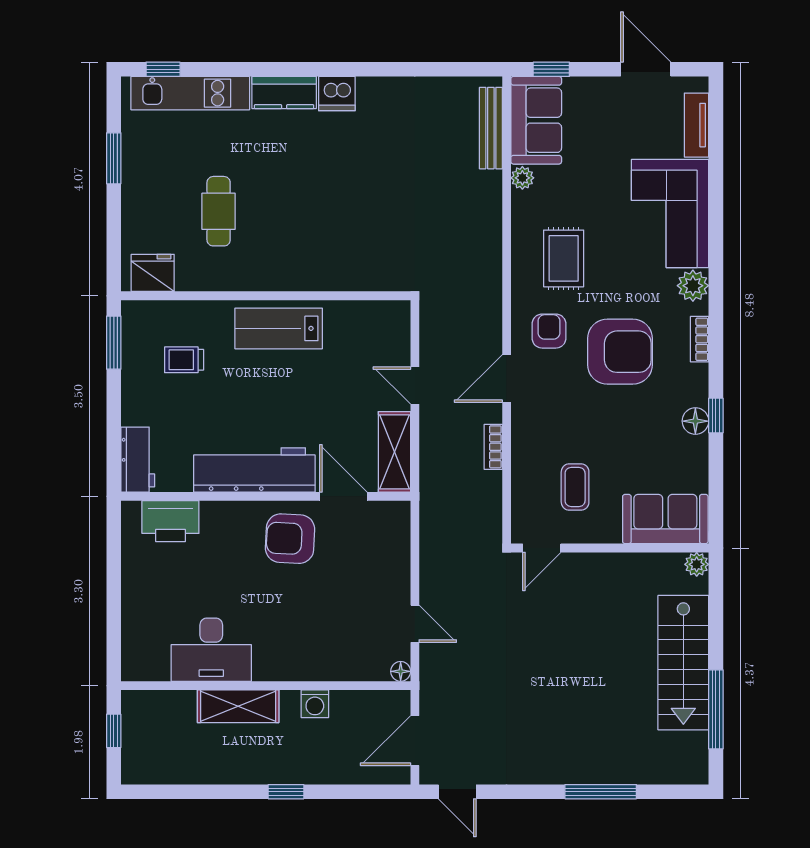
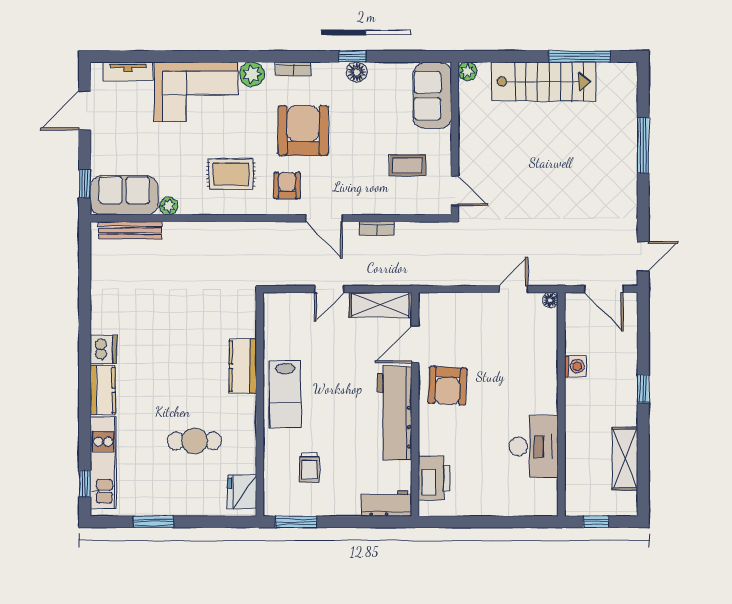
kitchen counter: (315, 274) -> (243, 366), added
armchair: (549, 331) -> (287, 185), turned 90
shelving: (238, 706) -> (625, 459), moved

